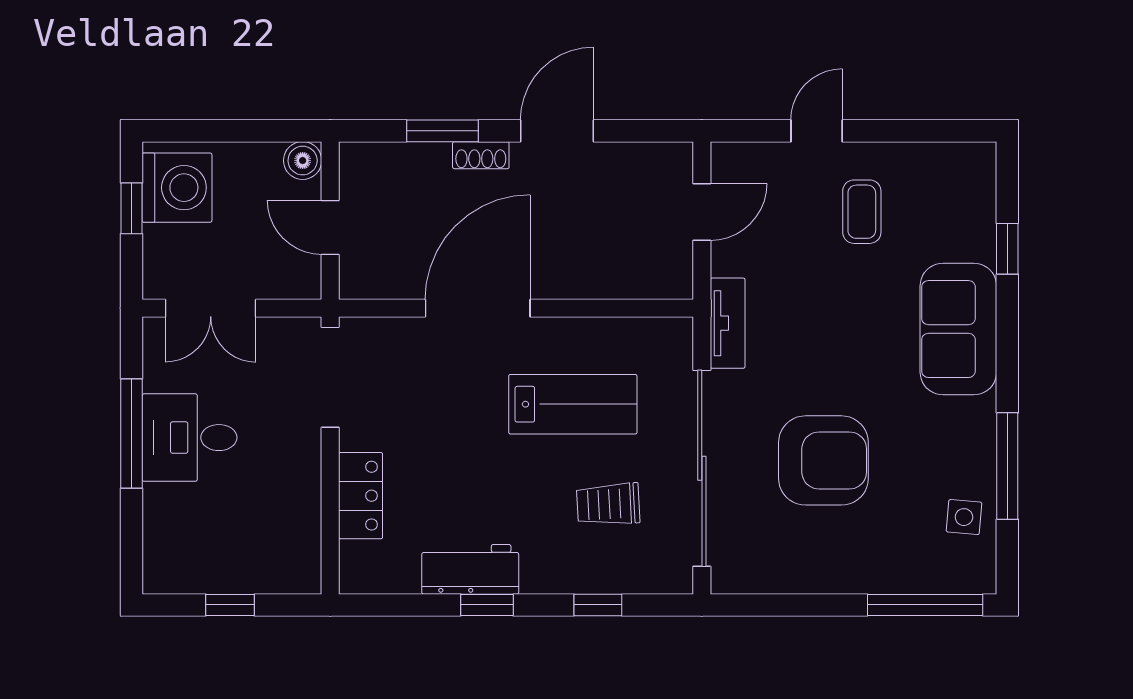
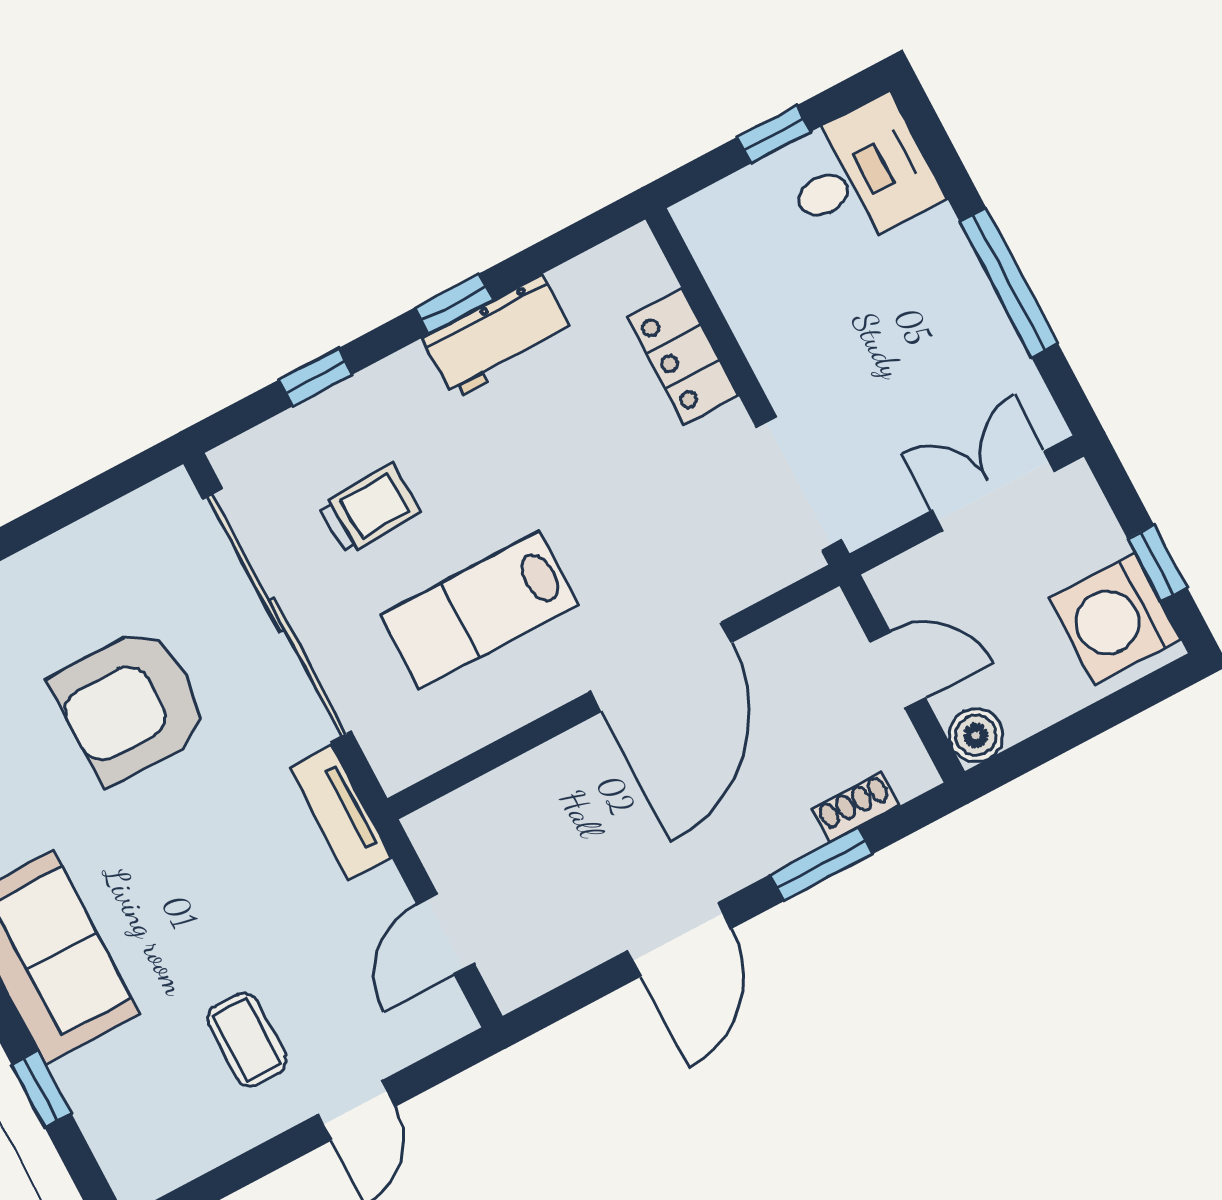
shoe rack: (481, 155) -> (856, 807), moved
desk: (190, 438) -> (860, 176), moved

